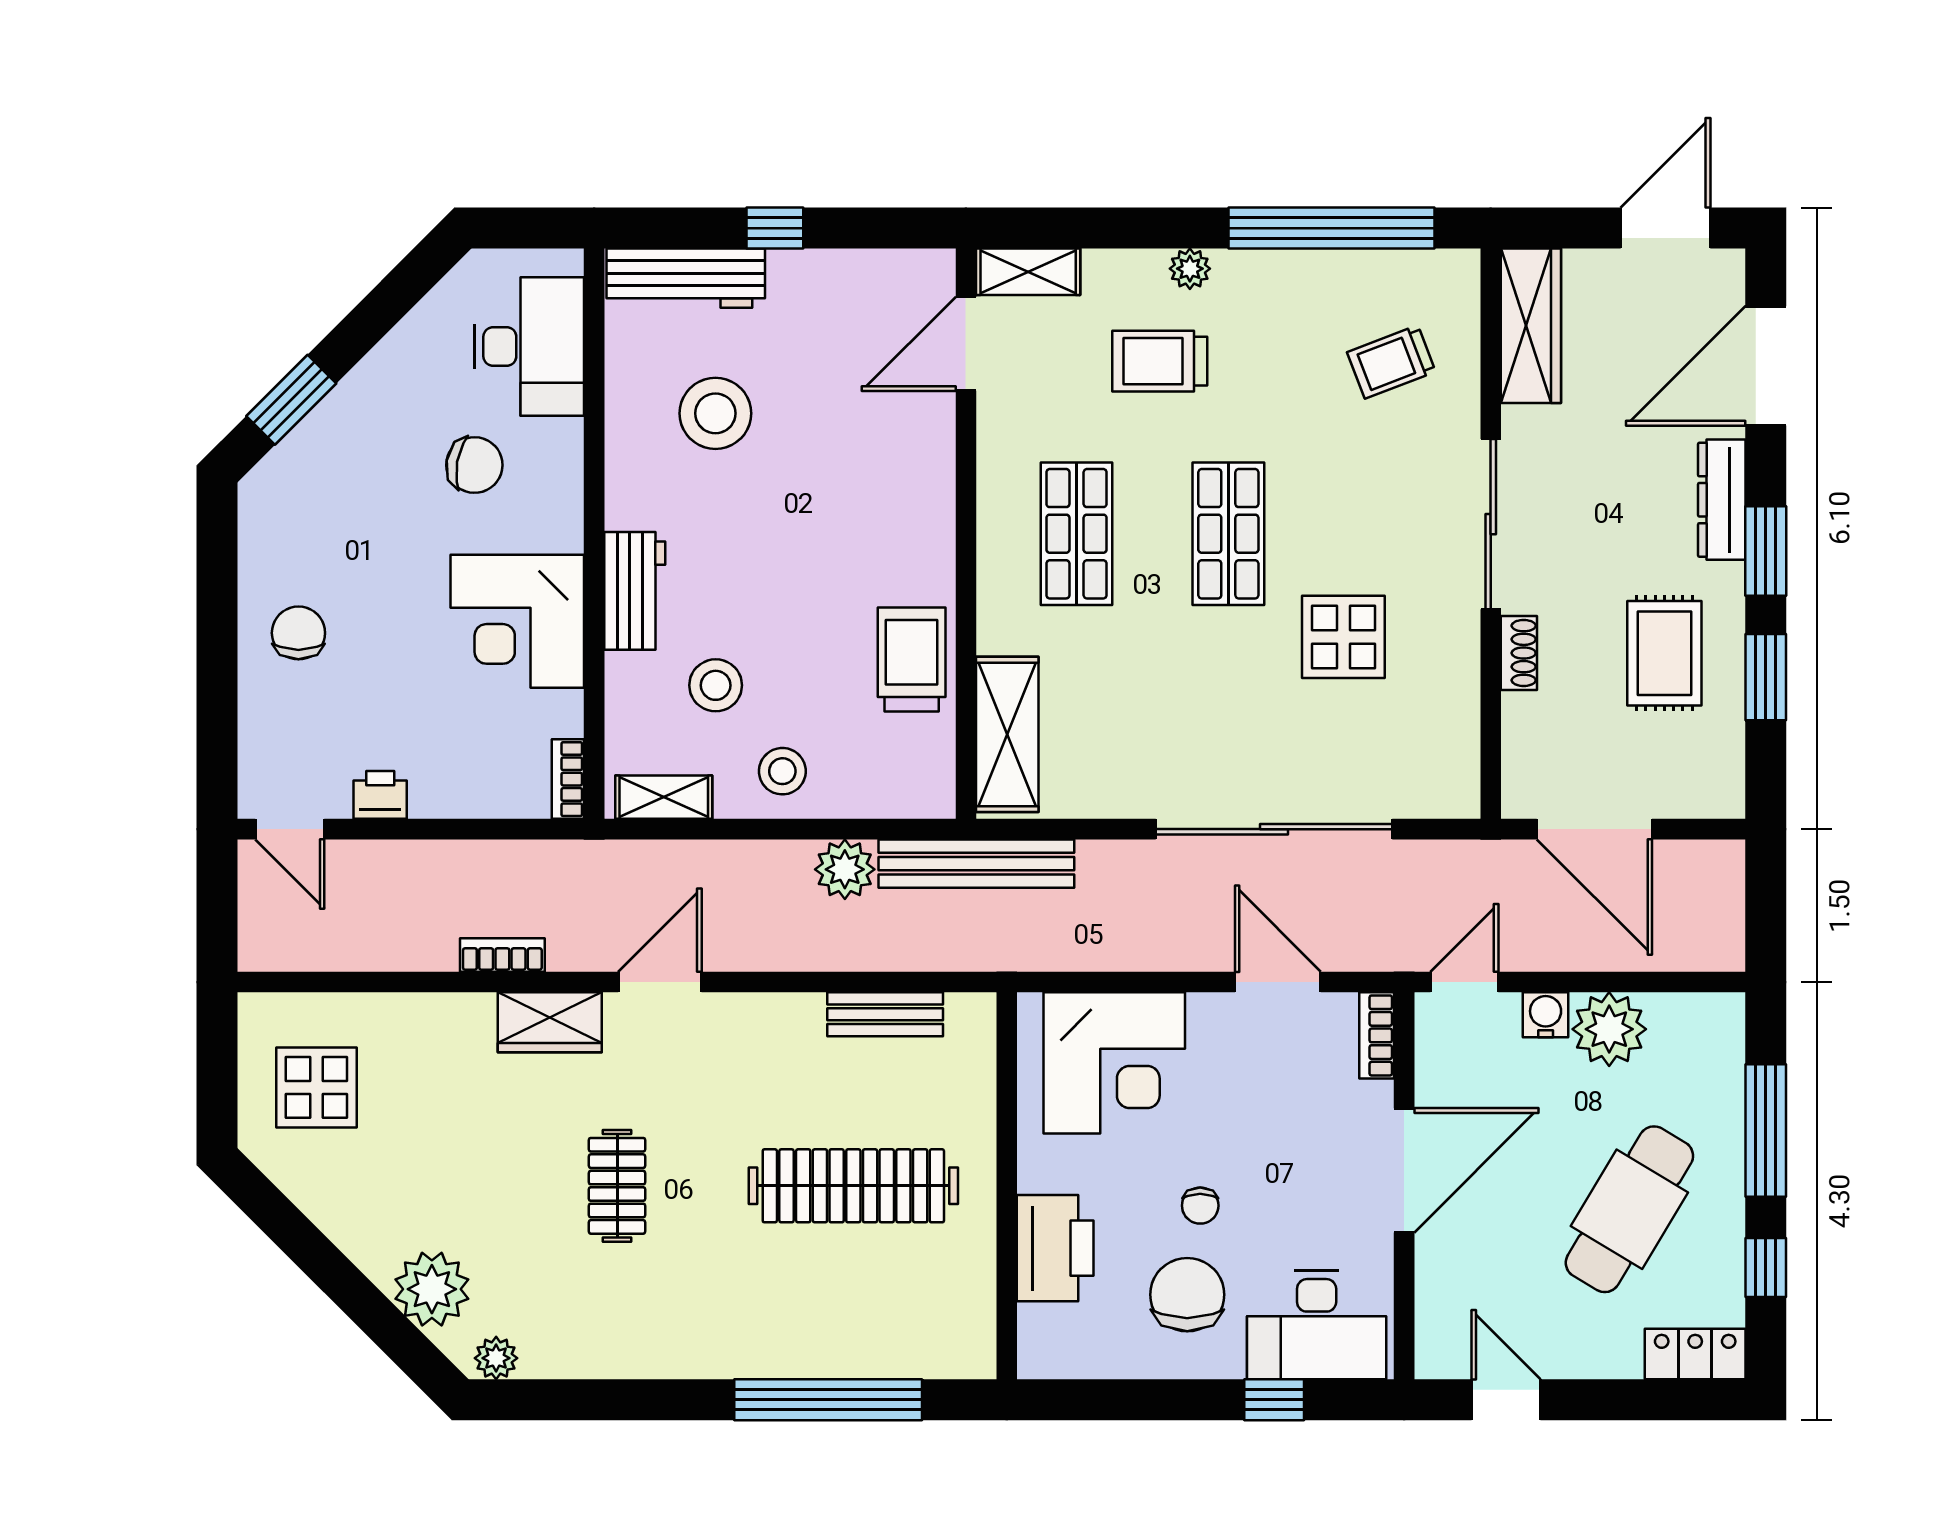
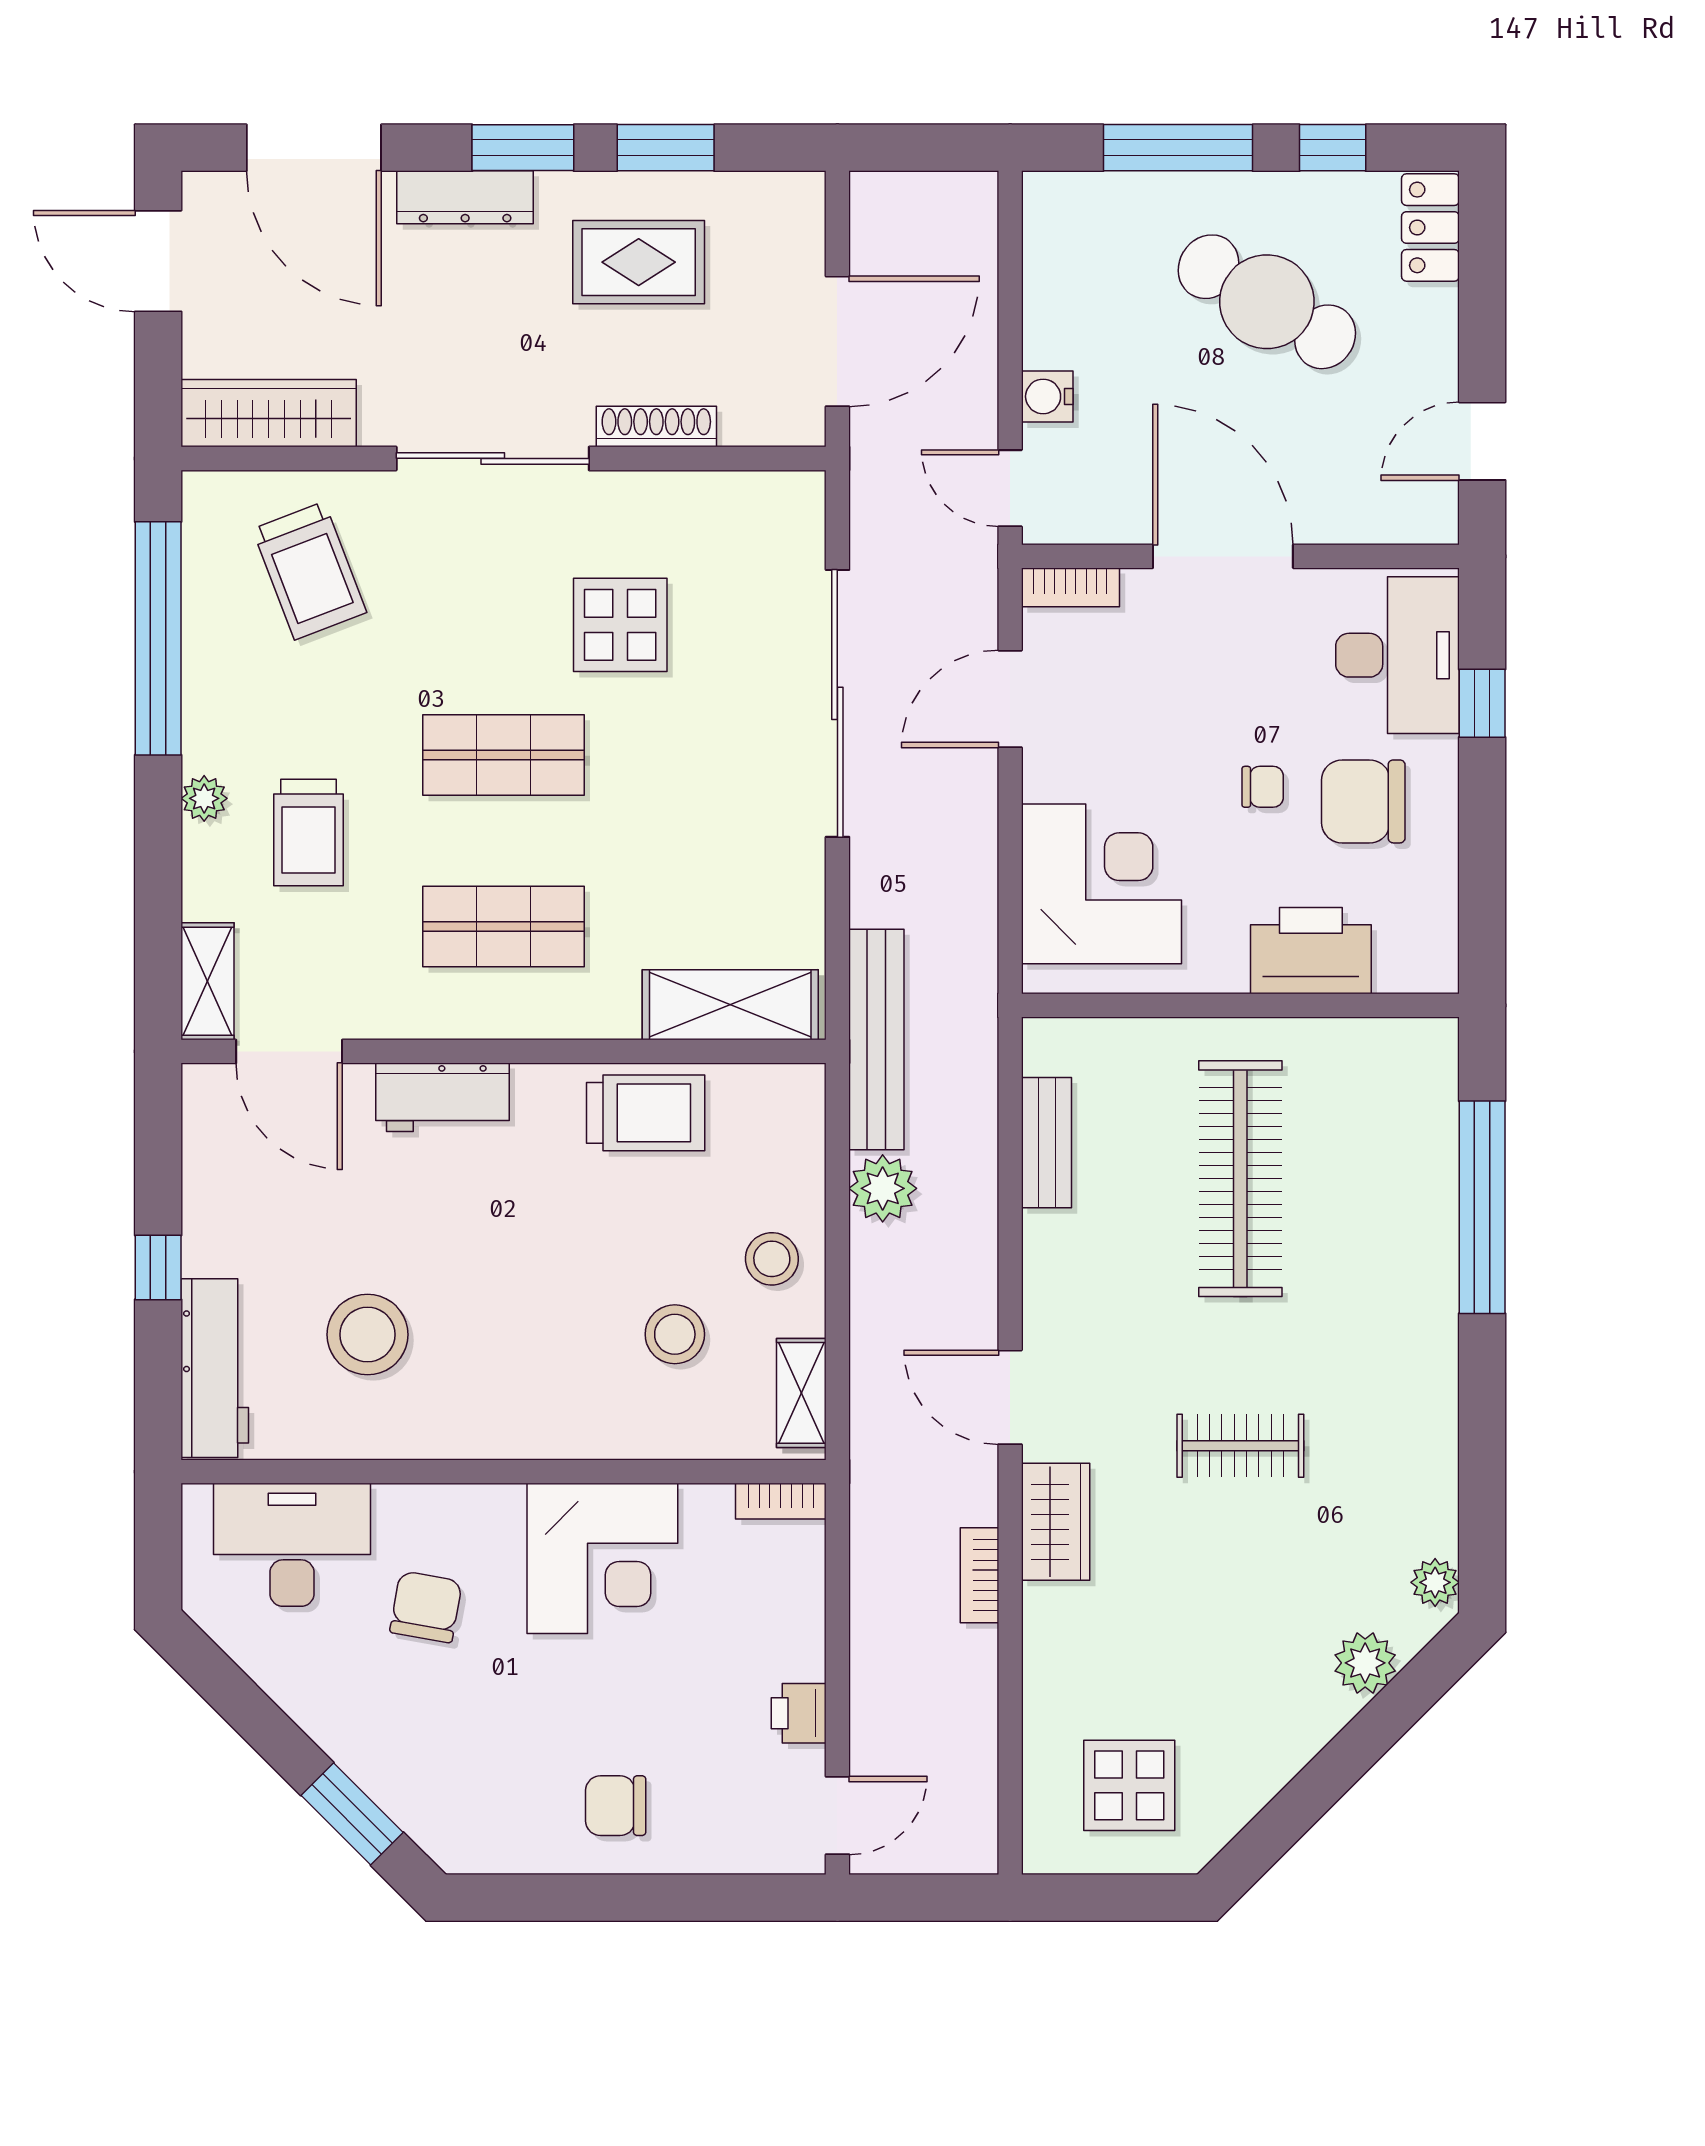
trolley: (1391, 362) -> (309, 571), width x1.36, depth x1.39
workbench: (635, 591) -> (442, 1097), moved, turned 180
shoe rack: (1519, 653) -> (656, 427), width x1.43
trolley: (912, 659) -> (646, 1113), turned 180
plant: (1609, 1029) -> (1063, 325), removed
plant: (432, 1289) -> (1365, 1663), width x0.73, depth x0.73

